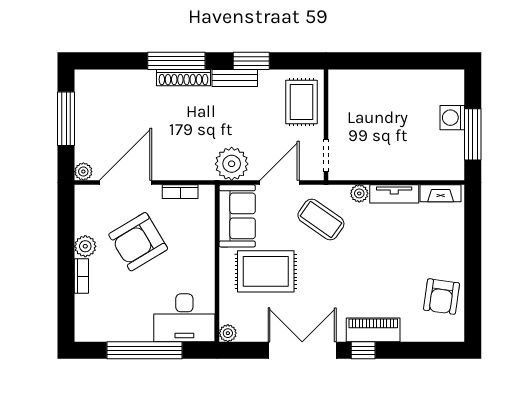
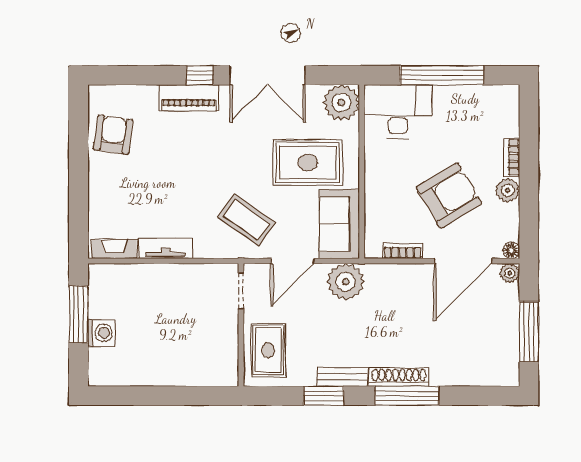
floor lamp: (82, 192) -> (511, 250), added
plant: (359, 193) -> (204, 249), removed
plant: (228, 333) -> (341, 103), width x1.87, depth x1.87

